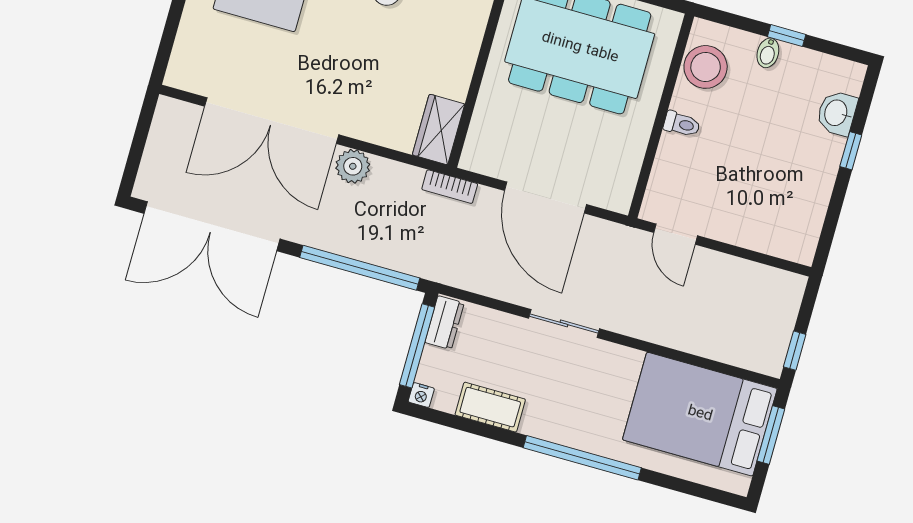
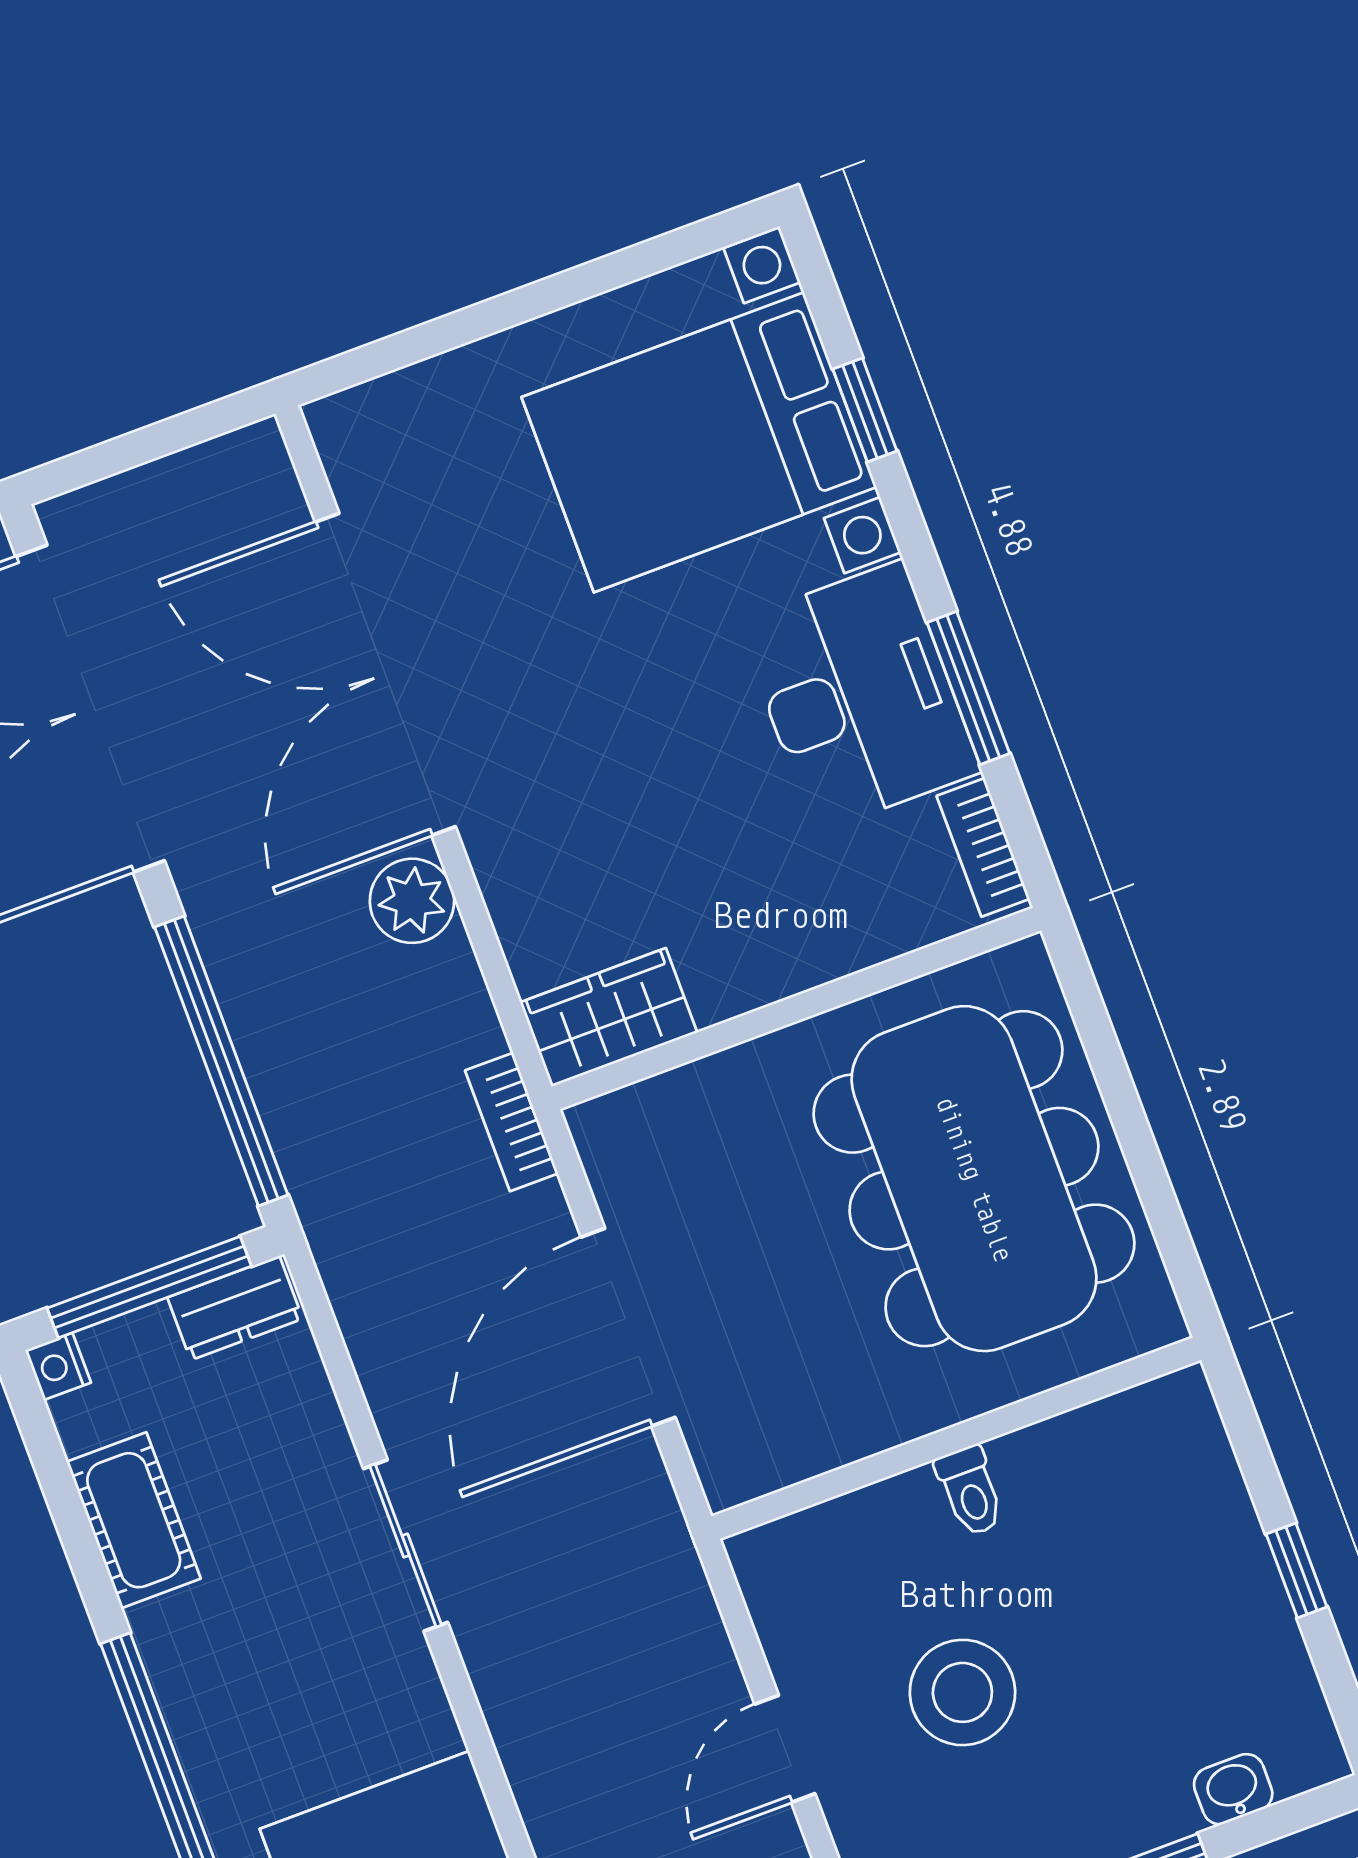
bidet: (768, 53) -> (1235, 1559), removed
stool: (706, 67) -> (962, 1692), moved
washbasin: (837, 113) -> (1233, 1789), width x0.72, depth x0.69
door: (676, 234) -> (785, 1749), moved

